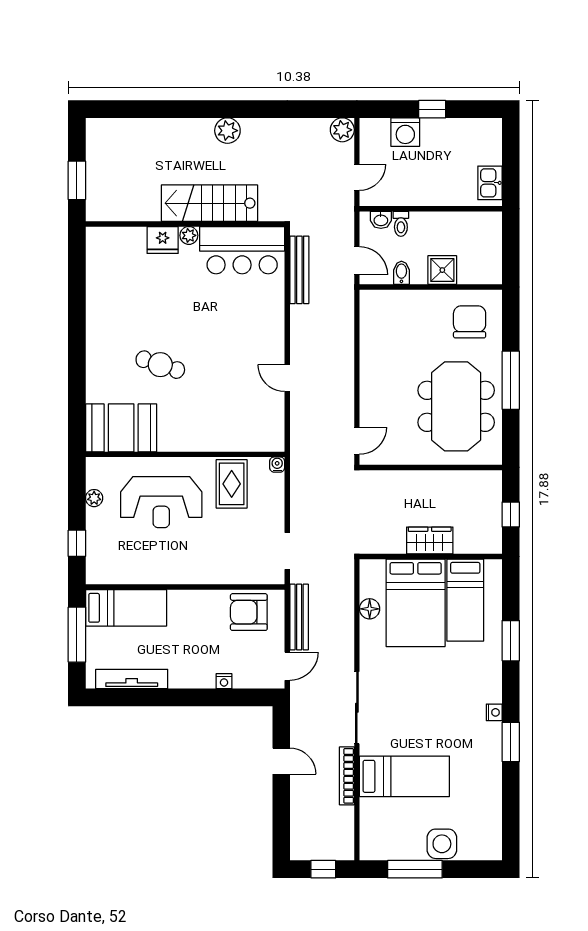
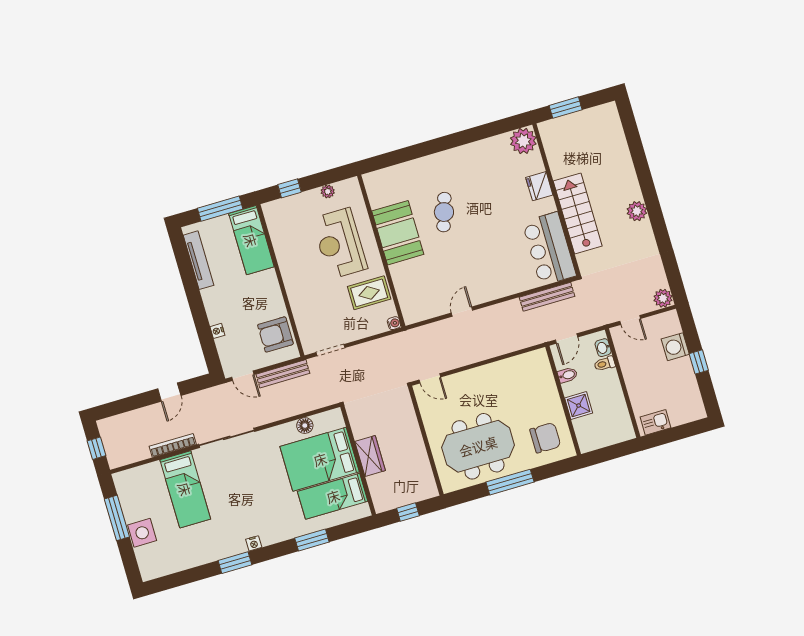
plant: (189, 235) -> (523, 141), moved, width x1.88, depth x1.88
booth: (121, 428) -> (398, 233), moved
armchair: (249, 612) -> (275, 334), turned -90

